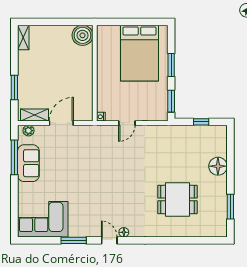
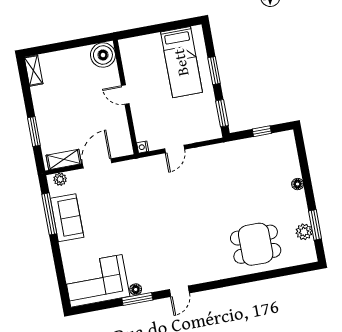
bed: (139, 53) -> (182, 62), width x0.67
door: (95, 71) -> (125, 95), added
floor lamp: (218, 166) -> (298, 184), width x0.53, depth x0.53
dining table: (178, 199) -> (256, 244), moved
plant: (220, 211) -> (304, 232), added
floor lamp: (124, 232) -> (136, 289), moved
door: (109, 240) -> (179, 291), swing flipped

